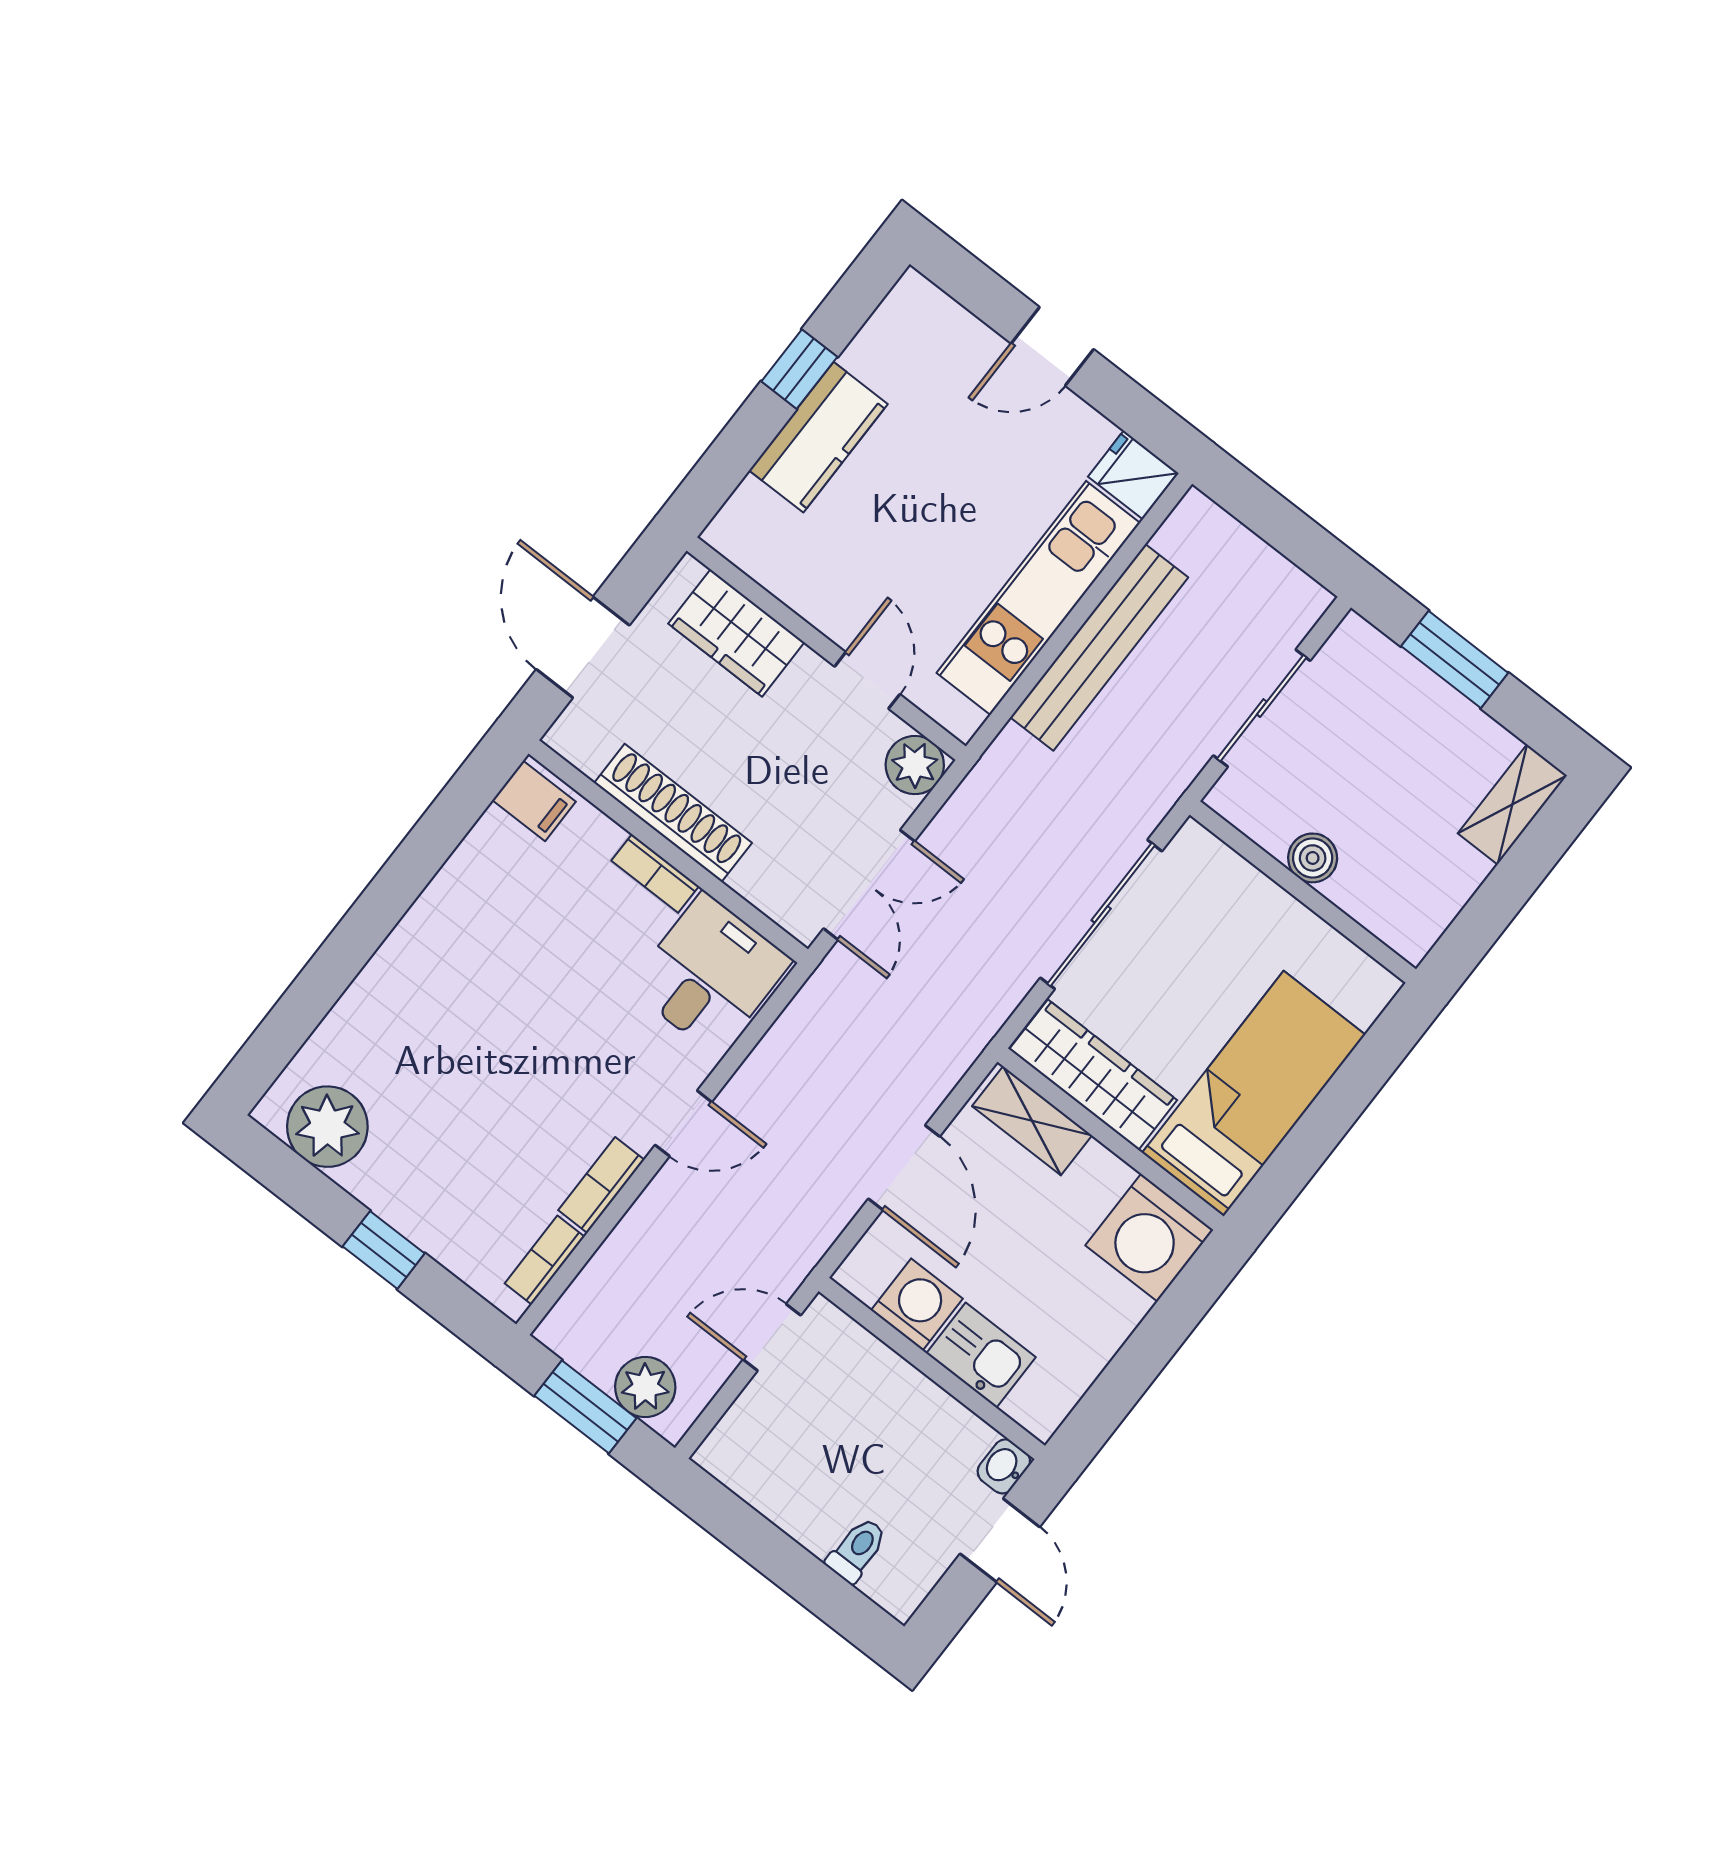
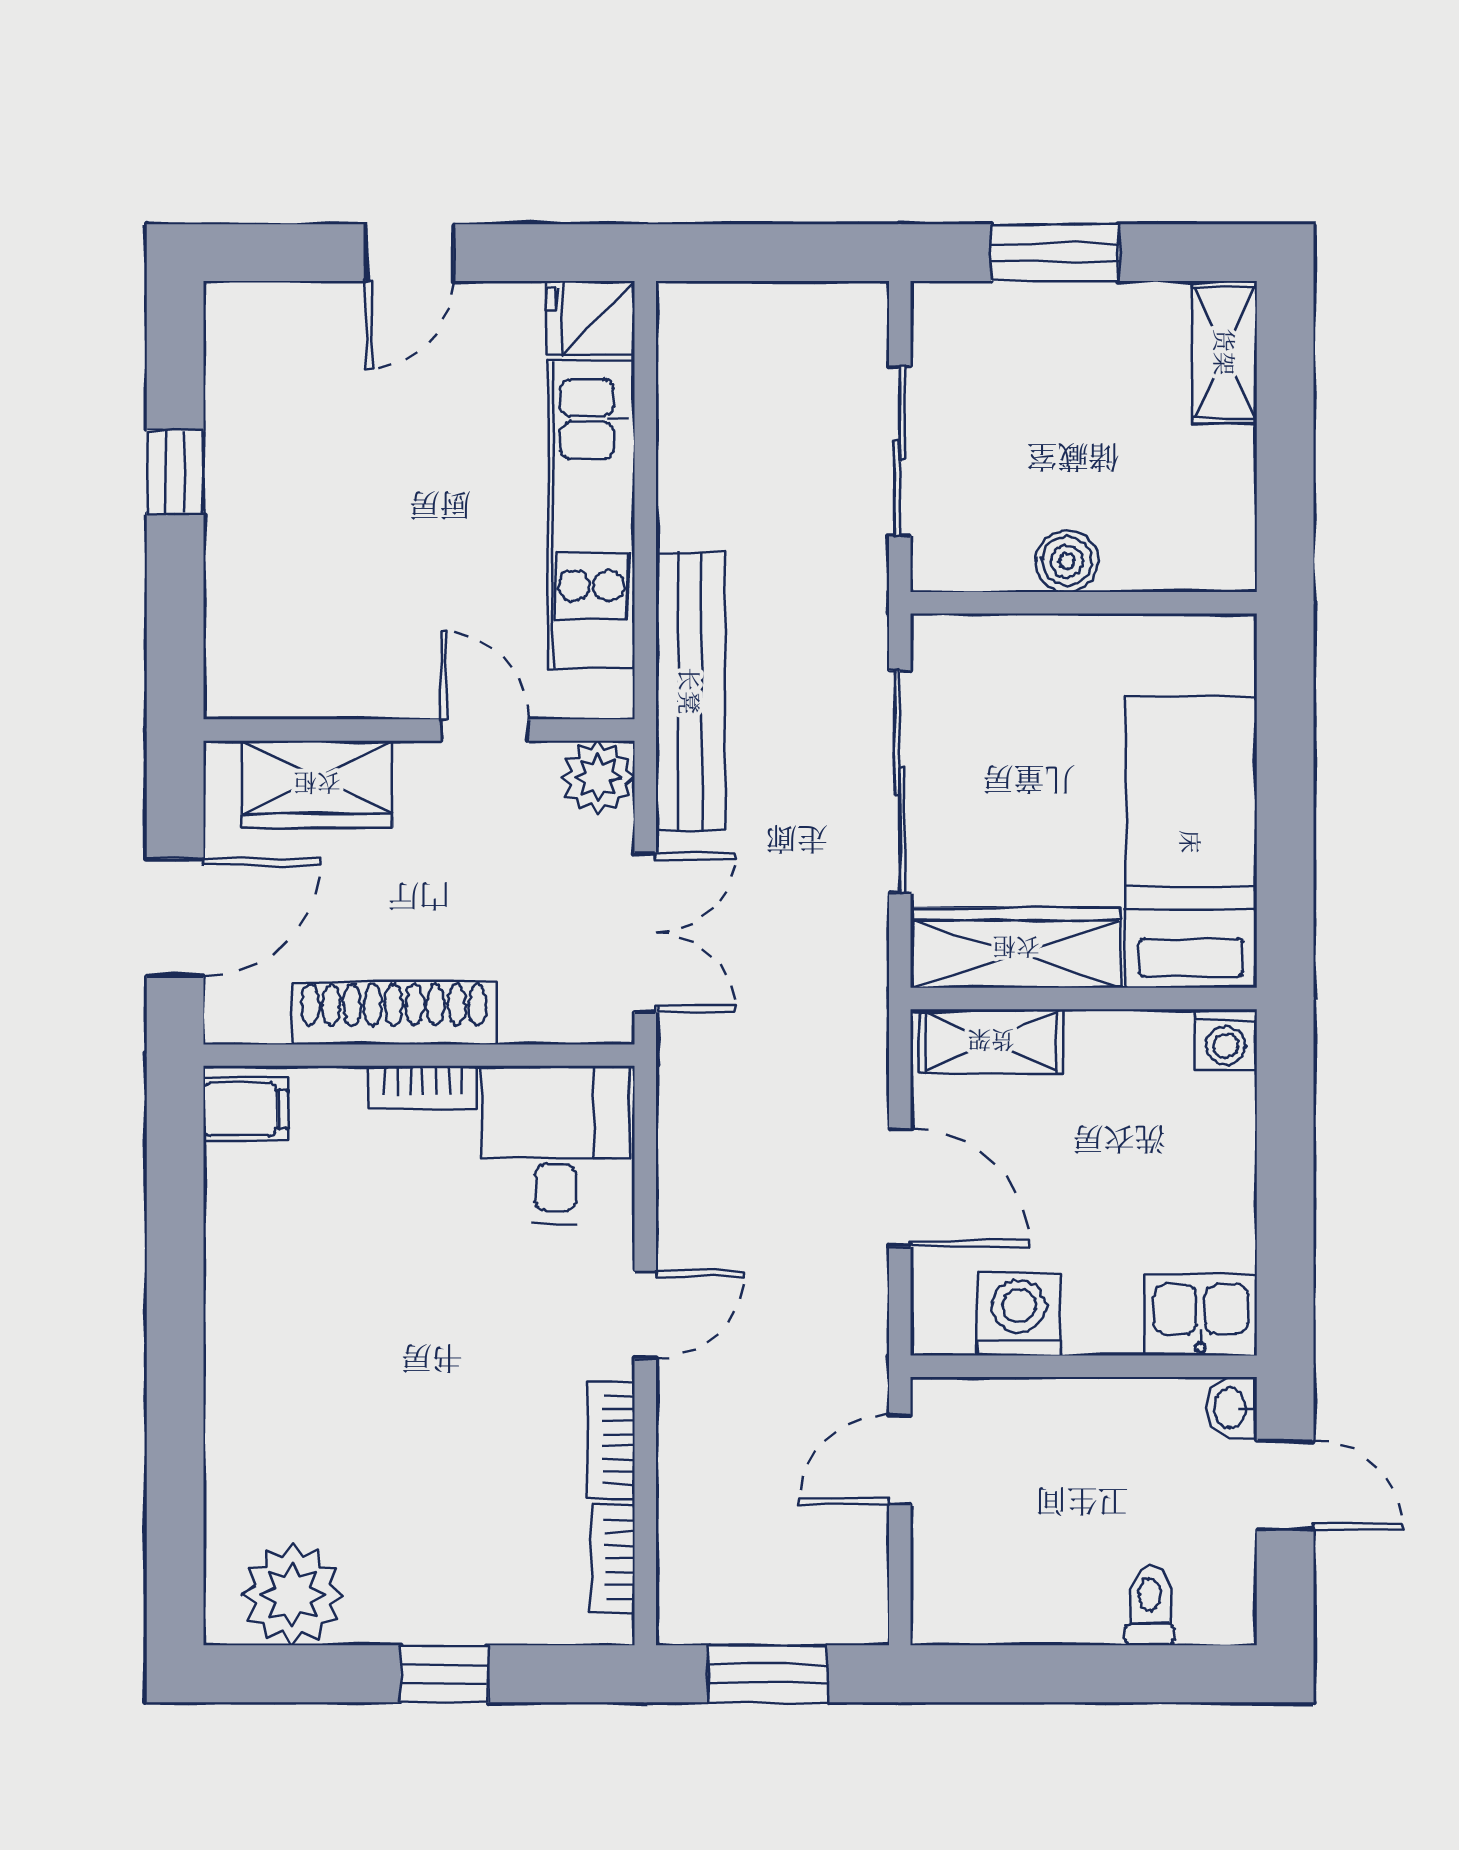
kitchen counter: (818, 437) -> (247, 525), removed
door: (583, 647) -> (175, 918), swing flipped
bench: (1099, 647) -> (690, 691), moved
washing machine: (1149, 1237) -> (1226, 1040), width x0.53, depth x0.53
kitchen sink: (981, 1355) -> (1201, 1315), moved
plant: (645, 1387) -> (812, 1607), removed

